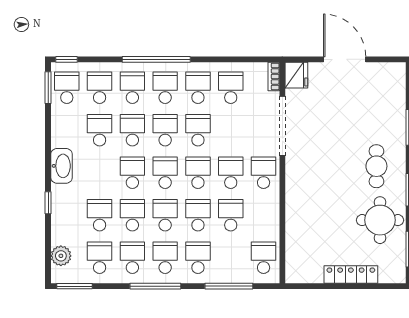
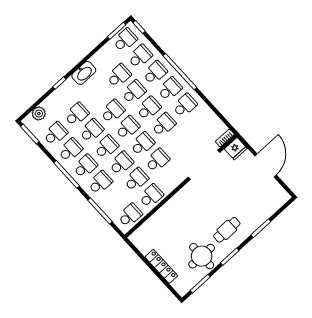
school desk: (231, 88) -> (200, 122), removed
school desk: (264, 173) -> (151, 196), moved

